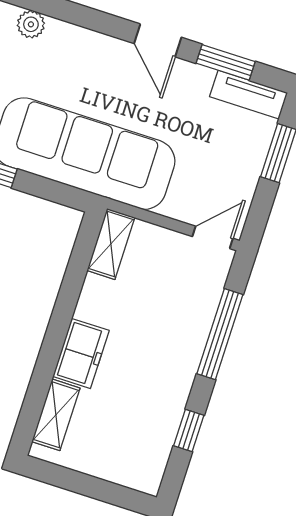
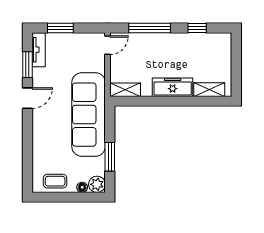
plant: (31, 24) -> (39, 157), removed
door: (213, 237) -> (107, 45), swing flipped
freezer: (81, 353) -> (173, 87), width x1.40

